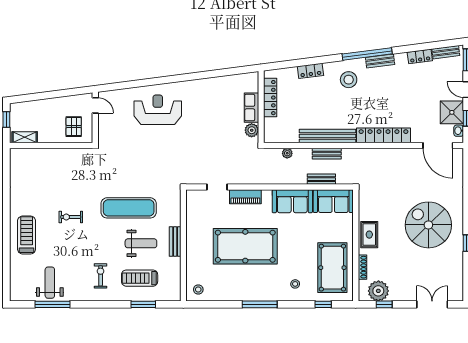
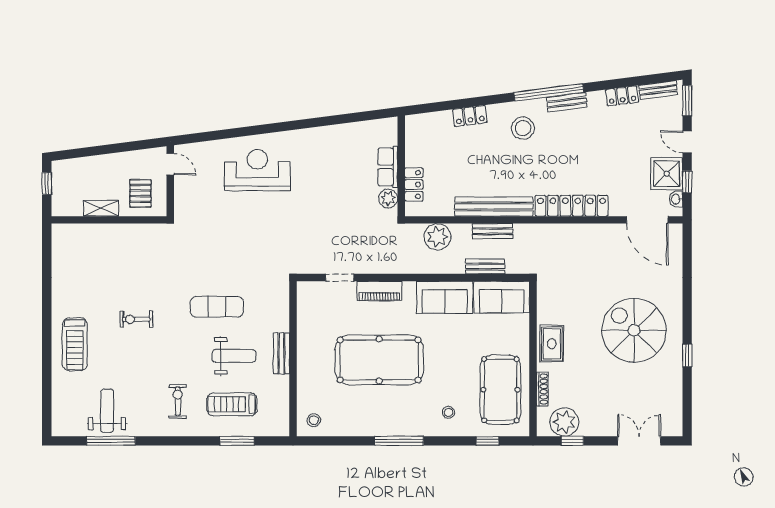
locker: (270, 98) -> (414, 185), moved, width x0.66
shelving: (25, 137) -> (101, 208), moved
plant: (287, 153) -> (438, 237), width x1.88, depth x1.88
exercise mat: (129, 208) -> (217, 307), width x0.73, depth x0.69
treadmill: (27, 235) -> (75, 344), turned 180

